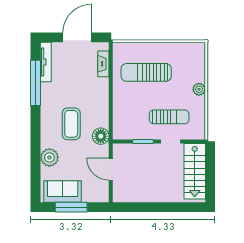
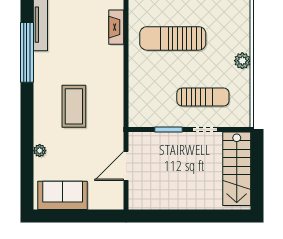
floor lamp: (101, 136) -> (113, 122), removed
plant: (49, 157) -> (40, 151), width x0.53, depth x0.53
door: (111, 169) -> (126, 166), hinge flipped
window: (71, 207) -> (74, 216), removed

